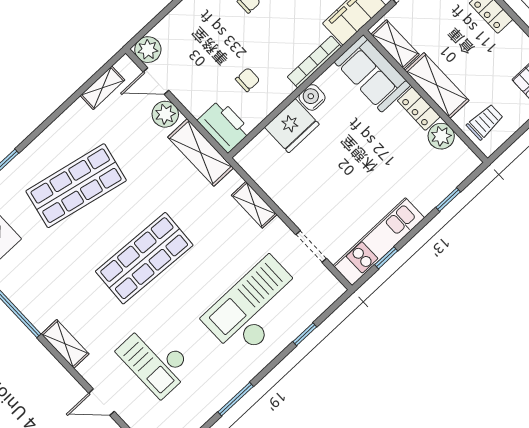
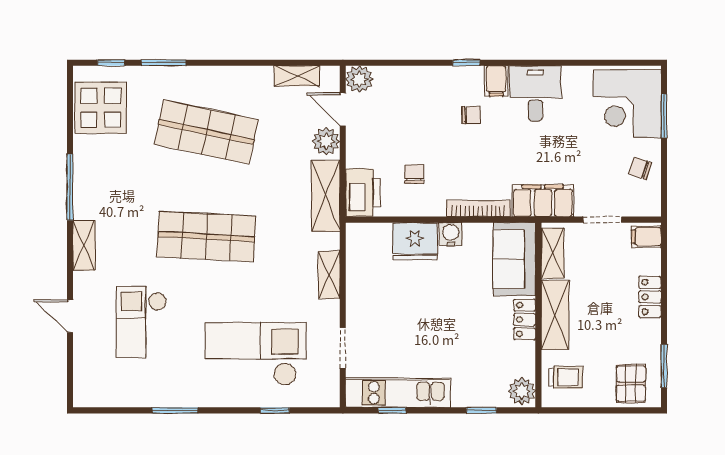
chair: (248, 80) -> (414, 174), turned -91
plant: (441, 136) -> (522, 391), moved

